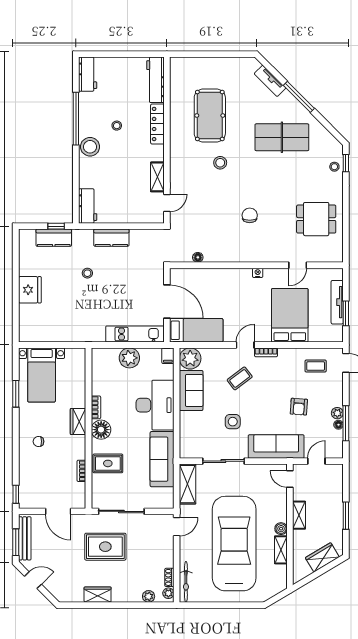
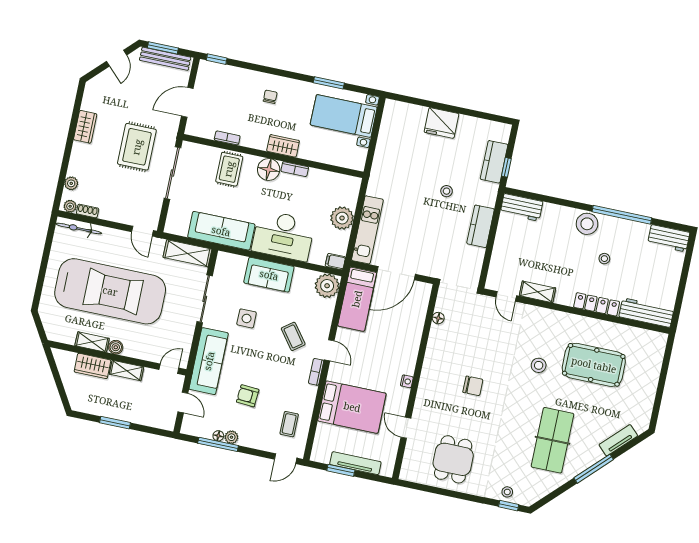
sofa: (191, 390) -> (269, 275), moved
wardrobe: (322, 557) -> (92, 366), moved, turned 121

